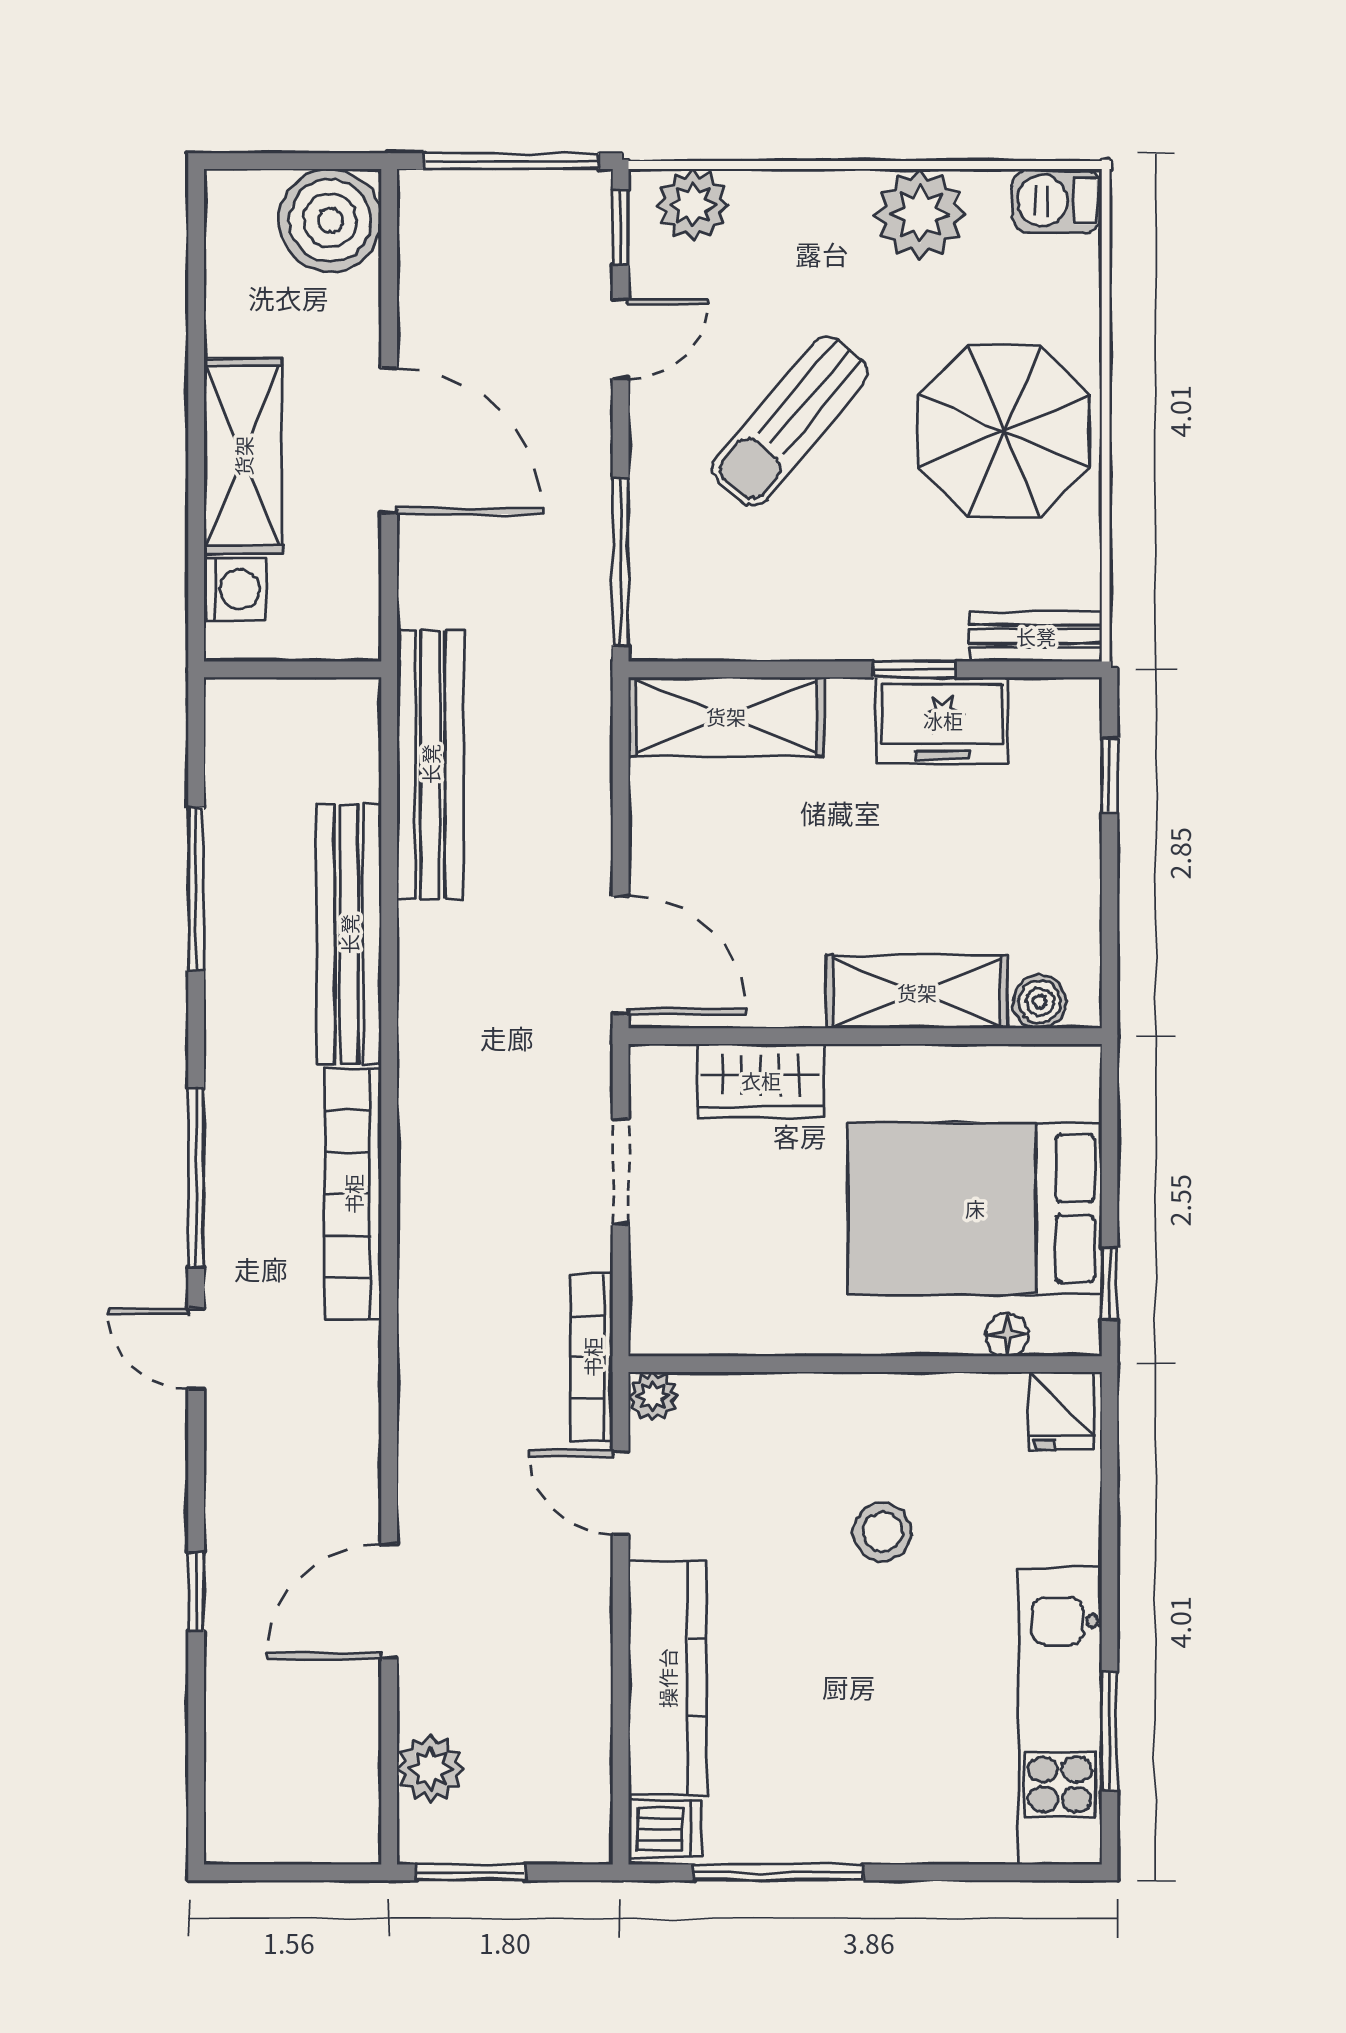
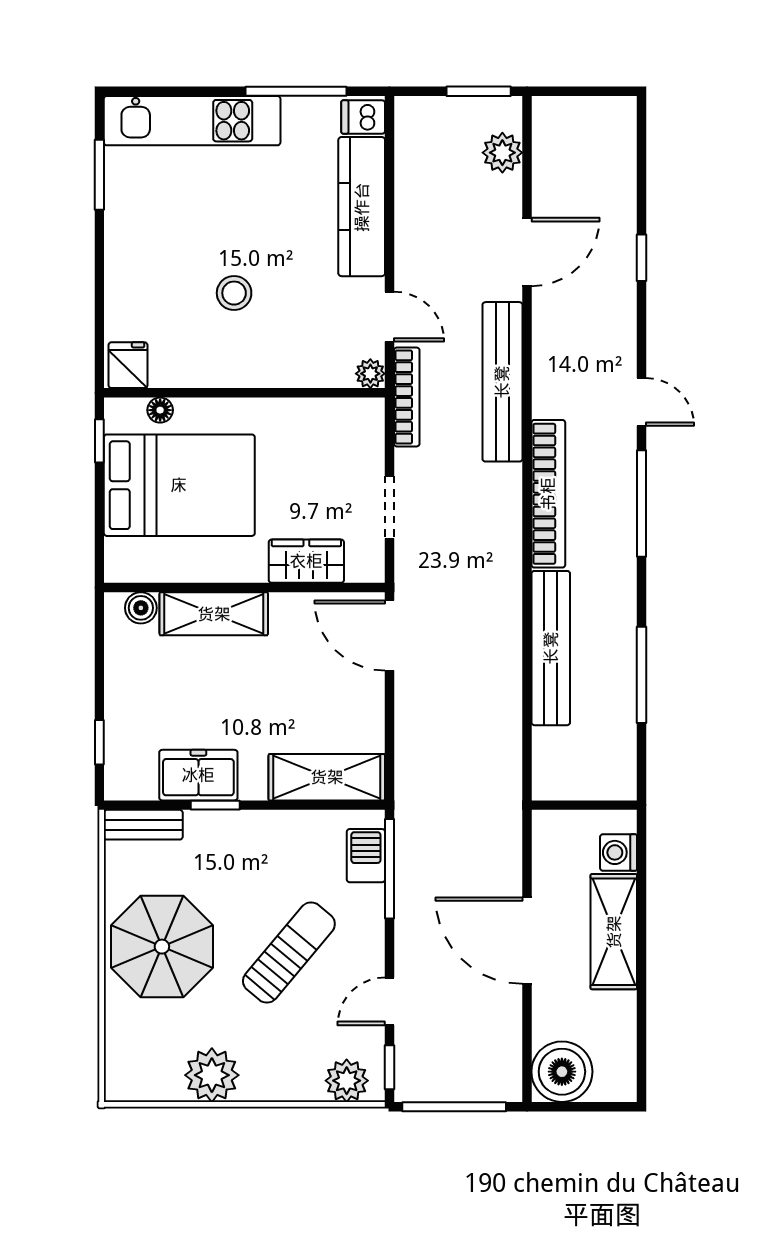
barbecue: (1057, 201) -> (366, 856), moved, turned -90
bench: (430, 764) -> (502, 382), moved
kitchen unit: (1060, 1716) -> (192, 121), moved, turned 90

